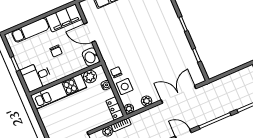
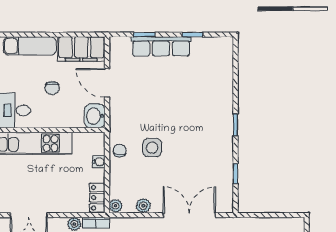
plant: (90, 77) -> (82, 141), removed
side table: (125, 87) -> (152, 148), moved

